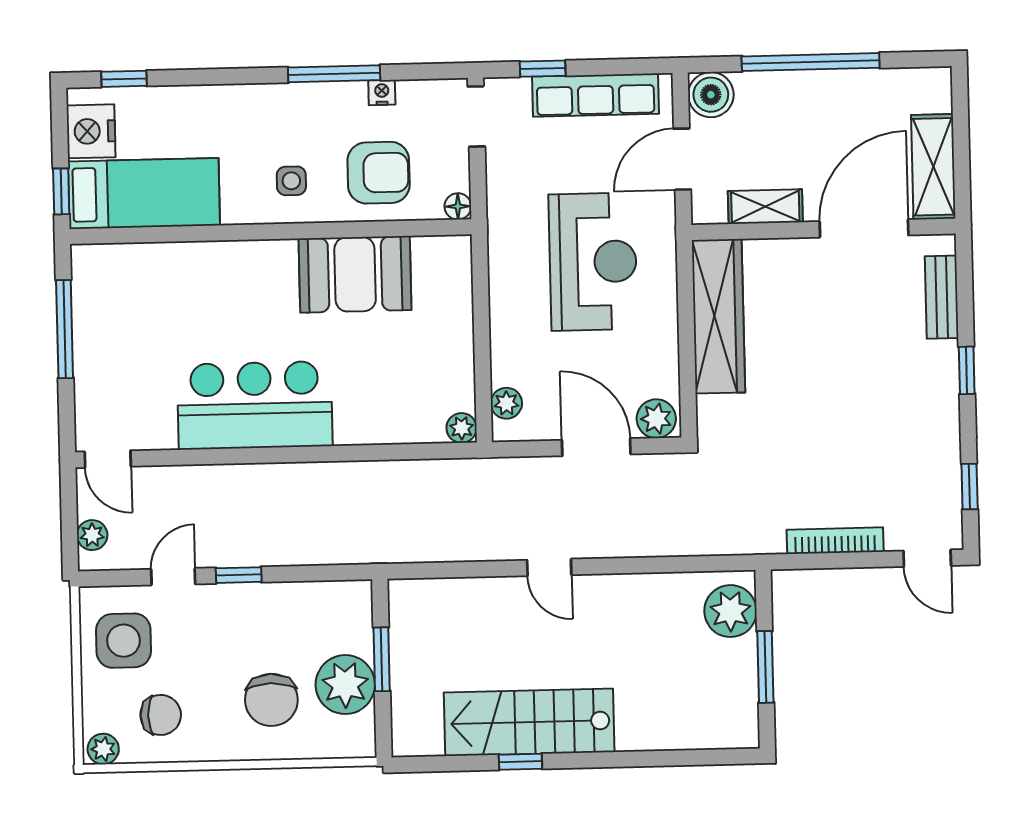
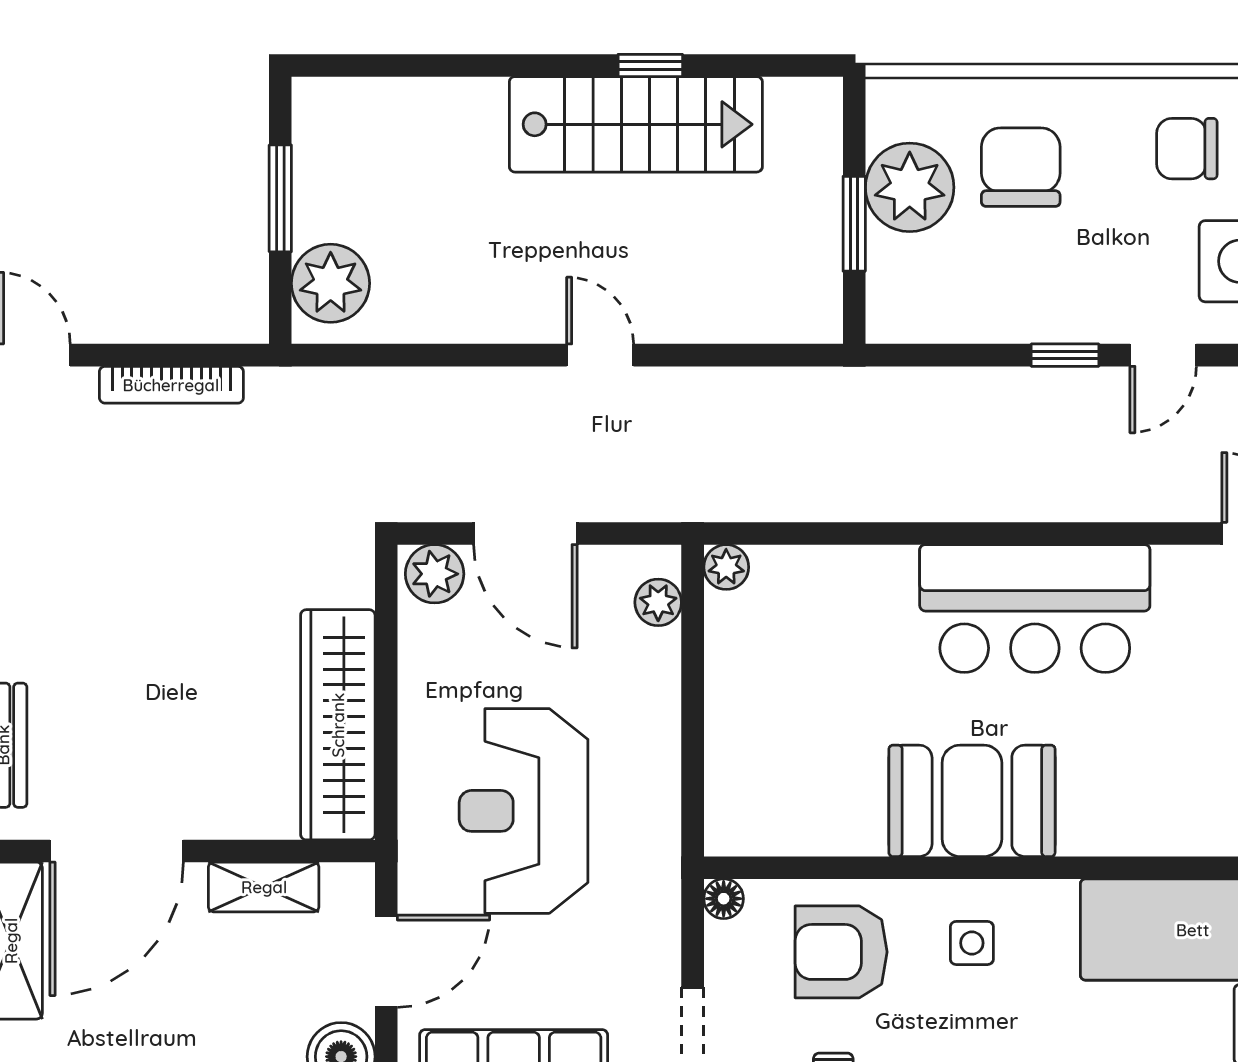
booth: (355, 274) -> (972, 801), moved

